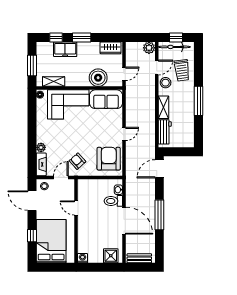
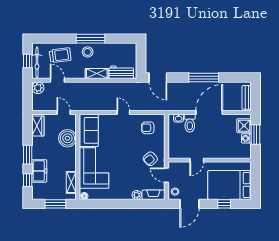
stool: (166, 83) -> (88, 52), moved
armchair: (109, 159) -> (148, 128), width x0.53, depth x0.53
washing machine: (82, 258) -> (246, 138), moved
window: (102, 267) -> (255, 135), added

